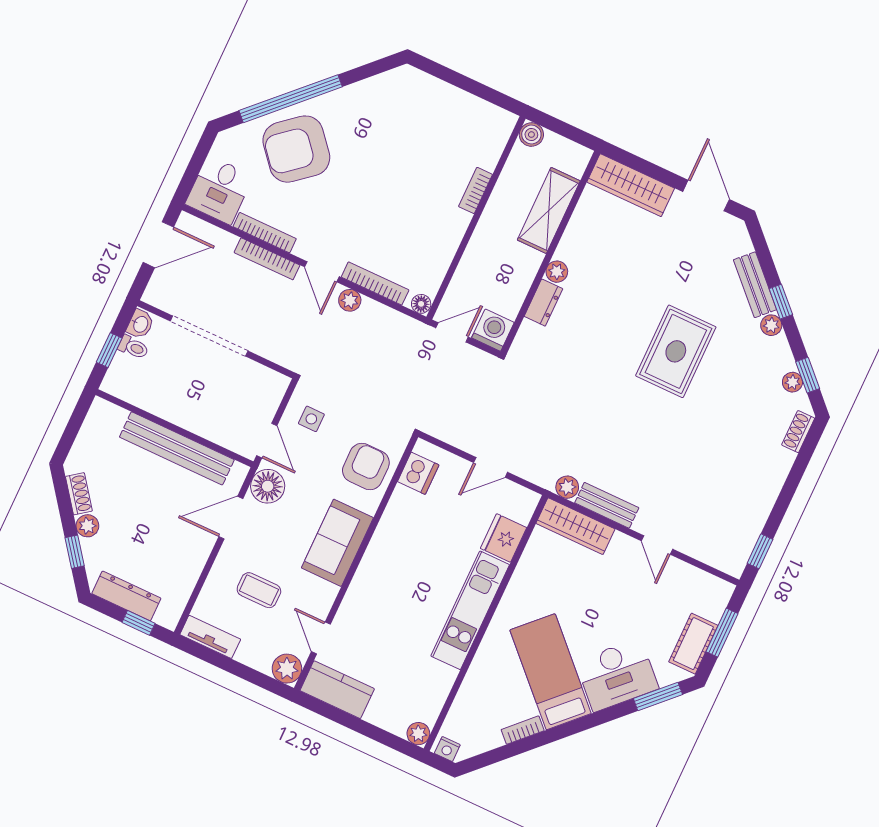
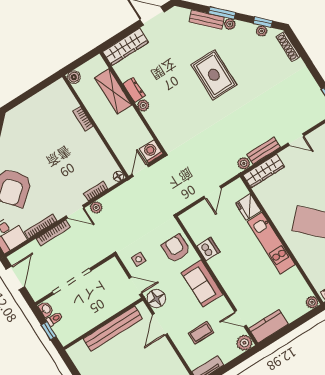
bookcase: (375, 283) -> (96, 191), width x0.64
window: (781, 302) -> (222, 13), width x1.50
dresser: (543, 303) -> (134, 90), moved
shoe rack: (798, 432) -> (288, 47), width x1.43
dishwasher: (418, 473) -> (208, 249), moved

